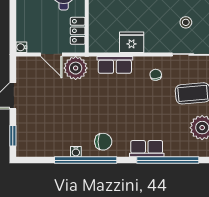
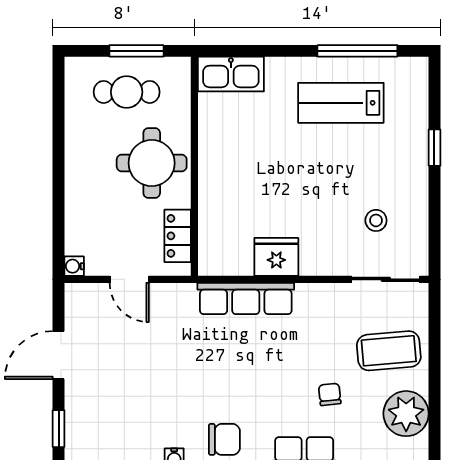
row of seats: (115, 65) -> (246, 299), width x1.48
plant: (76, 68) -> (174, 304), removed
chair: (156, 75) -> (330, 394), moved

